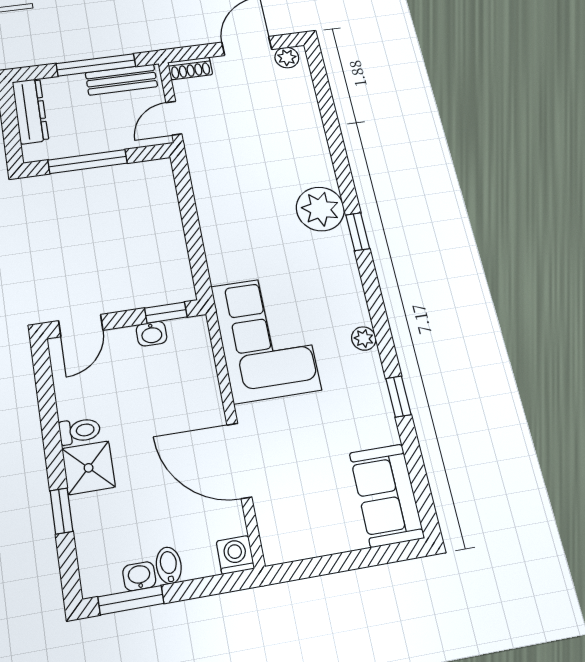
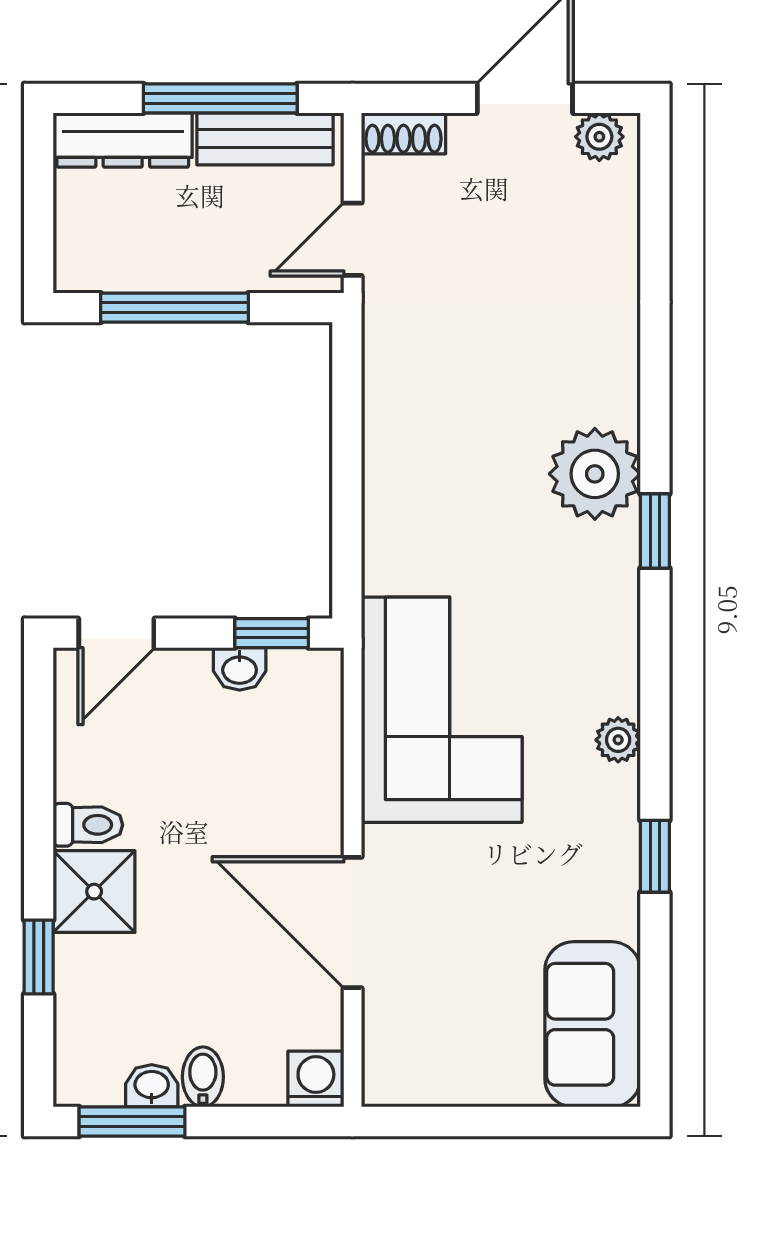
dresser: (30, 111) -> (123, 140), moved, turned 90

